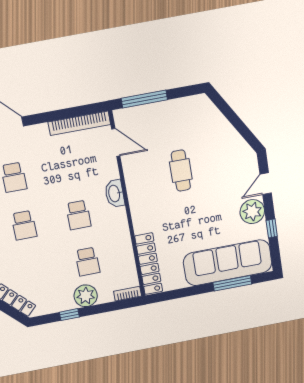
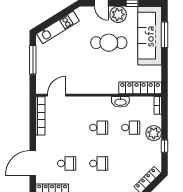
window: (144, 99) -> (33, 60), moved
kitchen unit: (220, 125) -> (58, 27), added
cafe table: (181, 171) -> (109, 43), moved, width x1.37, depth x1.35
washbasin: (115, 193) -> (120, 102), moved

